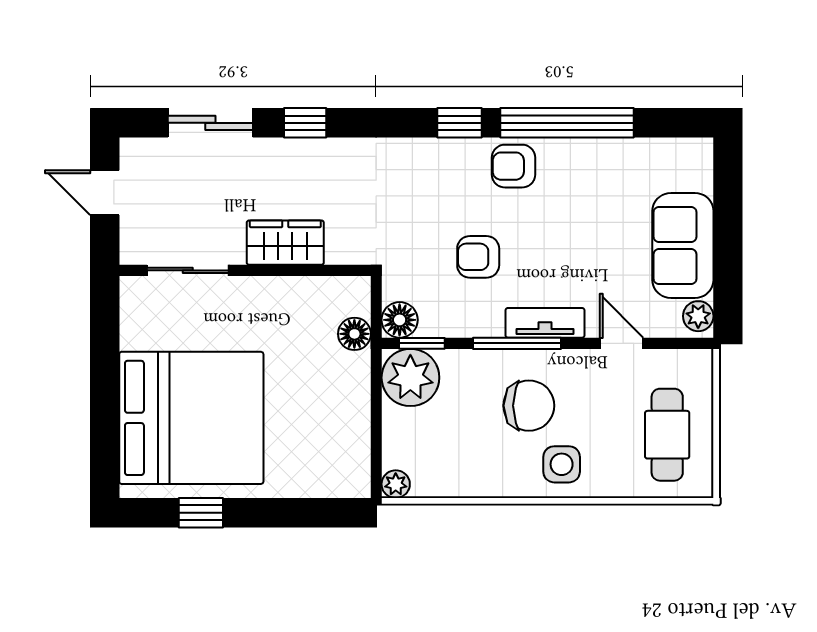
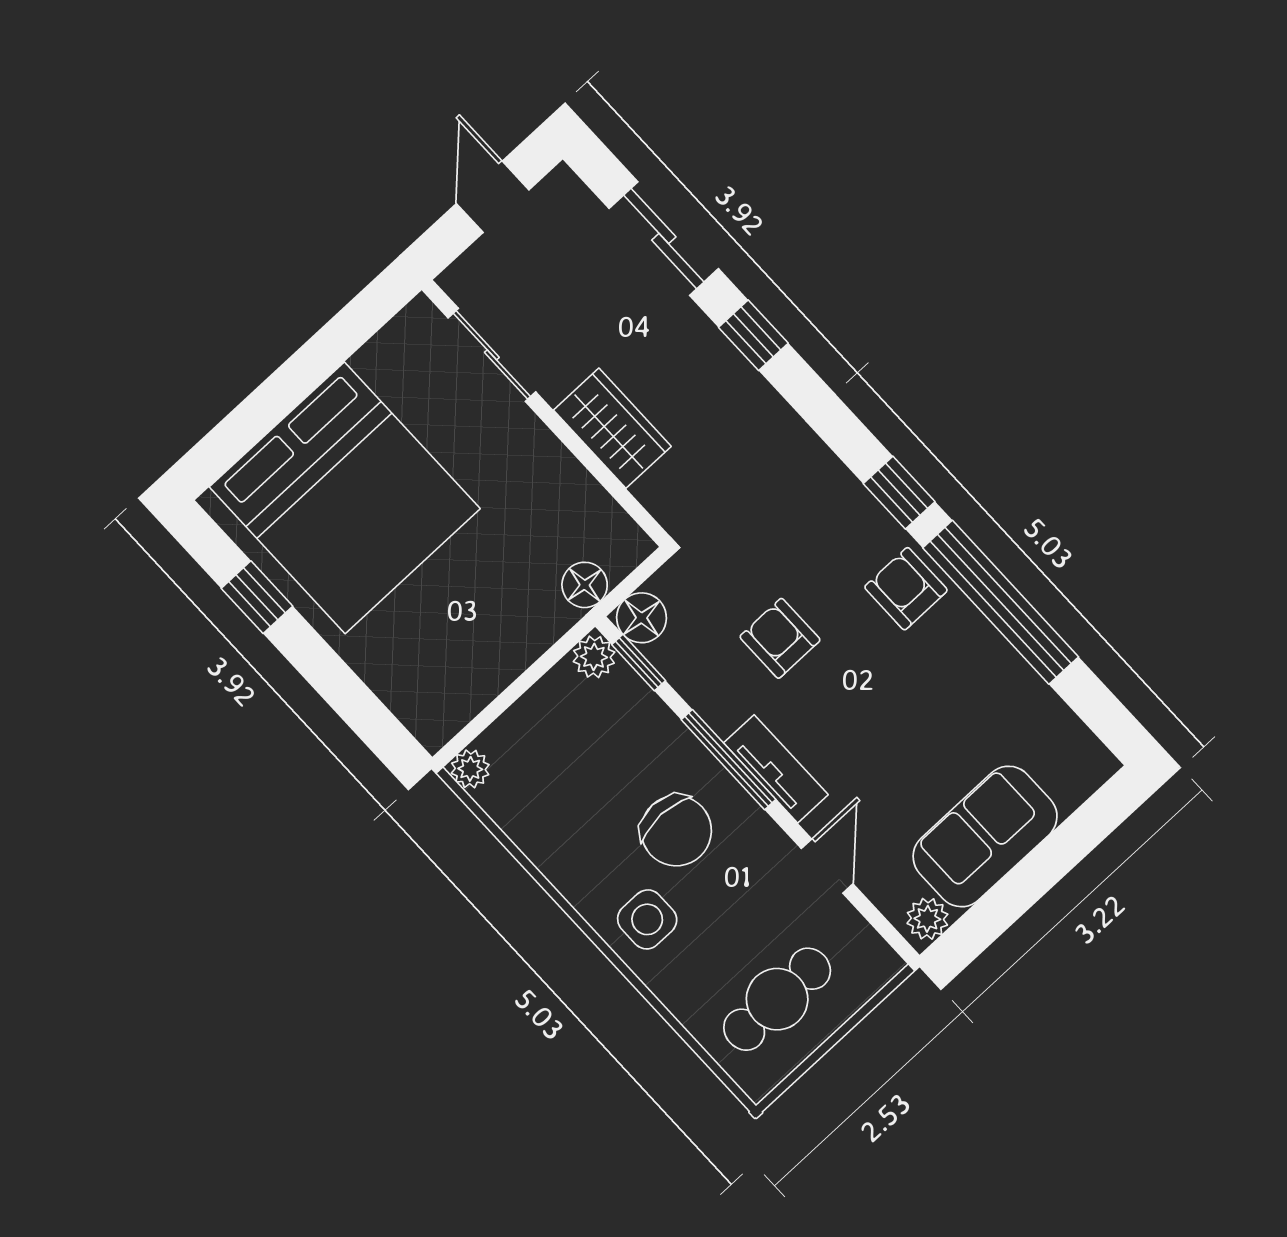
plant: (410, 378) -> (594, 657), width x0.53, depth x0.53

